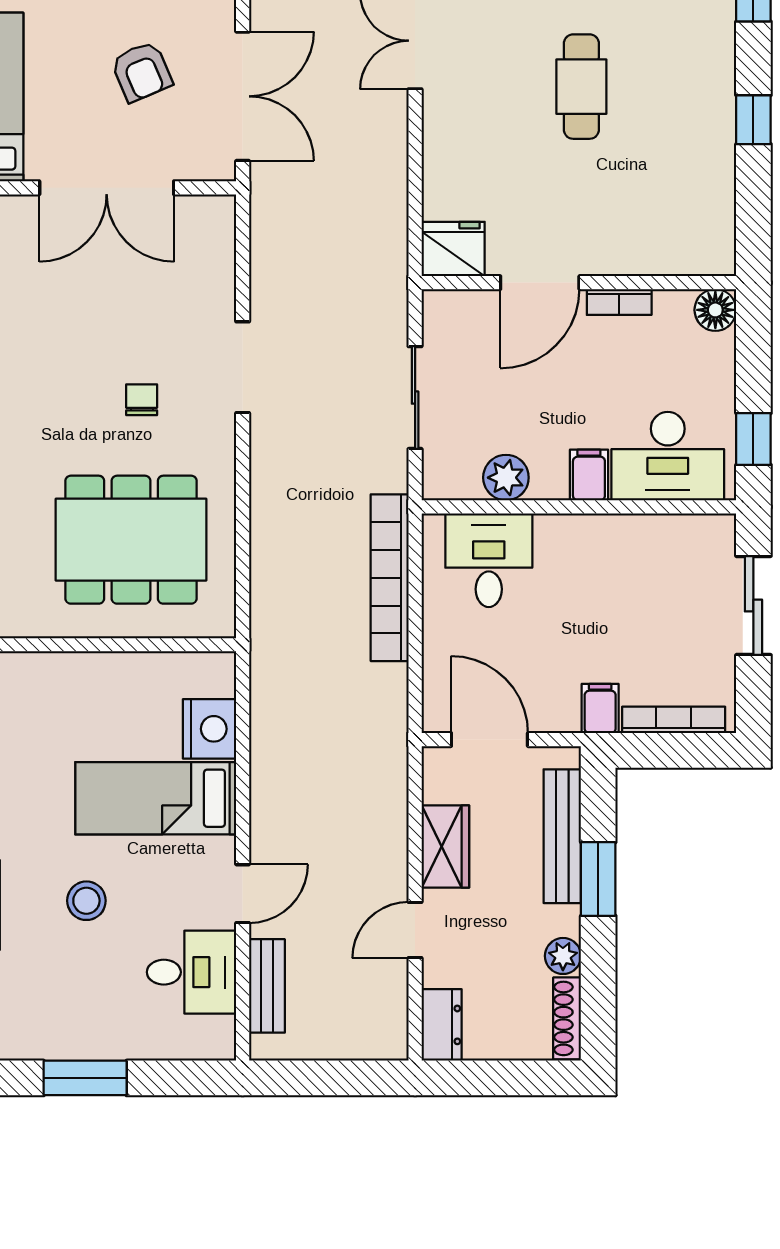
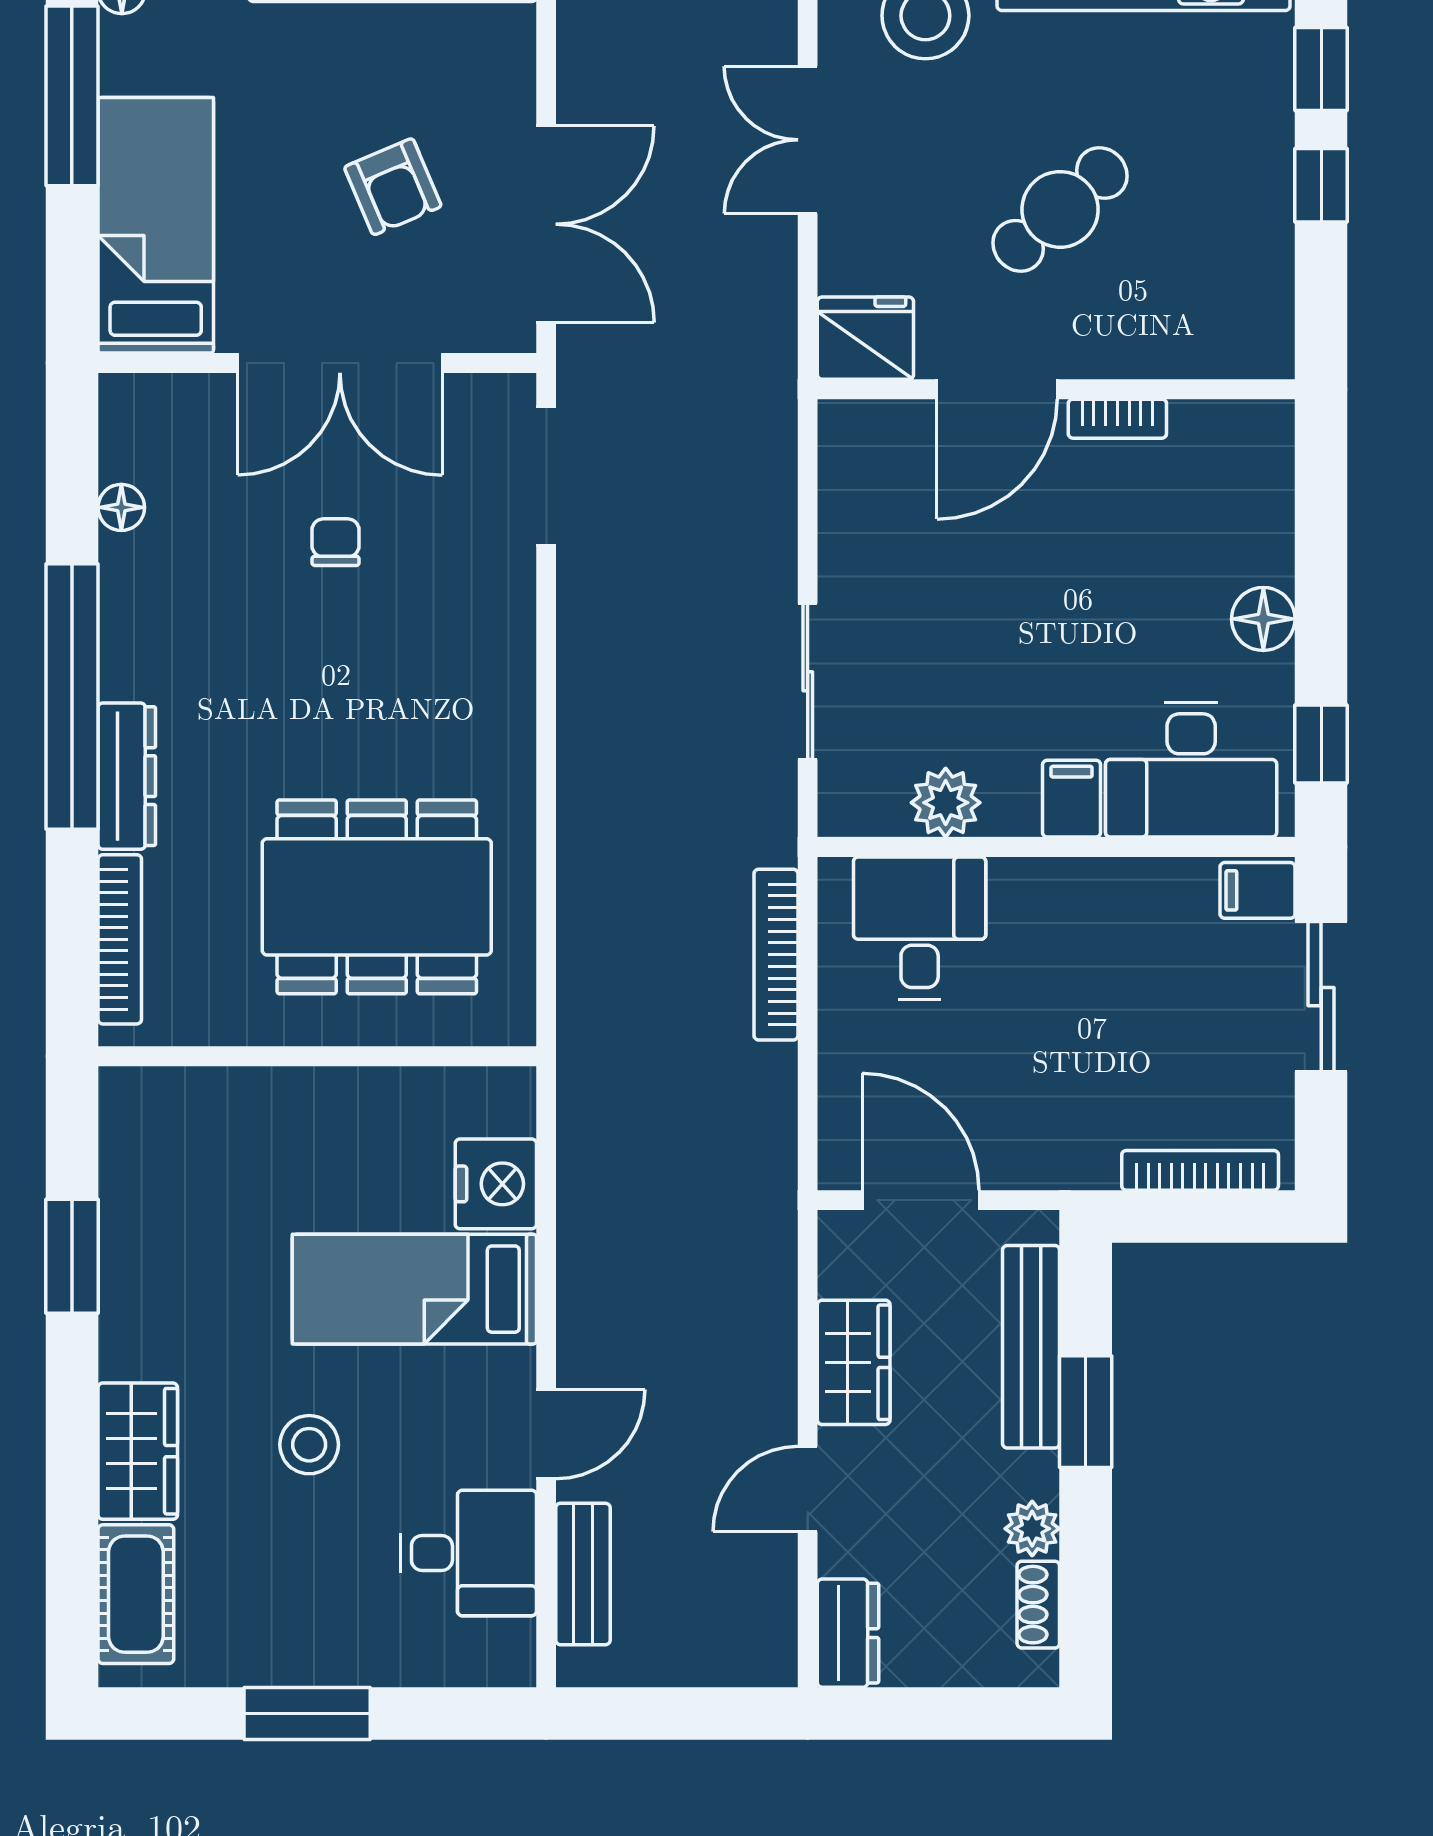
cafe table: (581, 87) -> (1060, 209), turned 49
window: (753, 120) -> (1321, 185), moved
fridge: (453, 249) -> (865, 338), moved
door: (540, 283) -> (997, 389), moved
wall: (579, 283) -> (1056, 389), moved
bookcase: (619, 302) -> (1117, 419), moved
floor lamp: (715, 310) -> (1263, 619), moved
doorway: (243, 367) -> (546, 476), moved
chair: (142, 400) -> (336, 542), moved
bookcase: (390, 578) -> (776, 955), width x0.68, depth x0.76
filing cabinet: (600, 708) -> (1258, 890), moved, turned -90
shoe rack: (567, 1018) -> (1038, 1605), width x0.70

